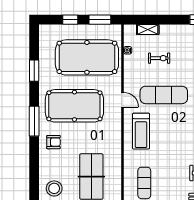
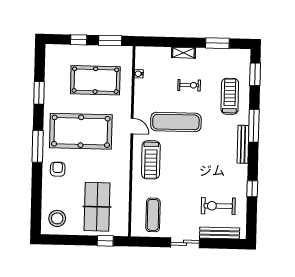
shelving: (148, 29) -> (183, 53), moved
pool table: (87, 57) -> (95, 80), width x0.73, depth x0.76
exercise bike: (159, 58) -> (189, 85), moved
armchair: (53, 142) -> (58, 169), turned -90

